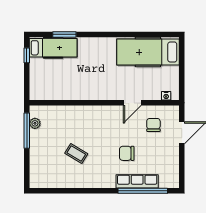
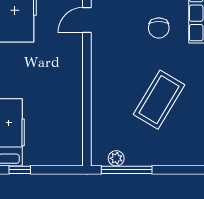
door: (132, 103) -> (87, 20), swing flipped
coffee table: (76, 154) -> (159, 100), width x1.86, depth x1.72

